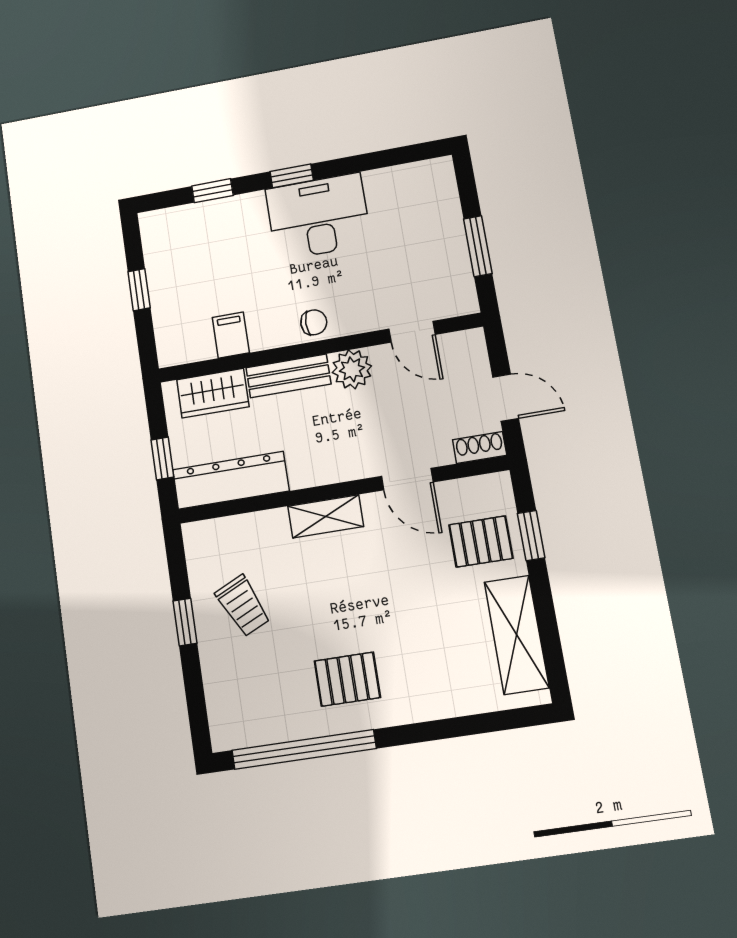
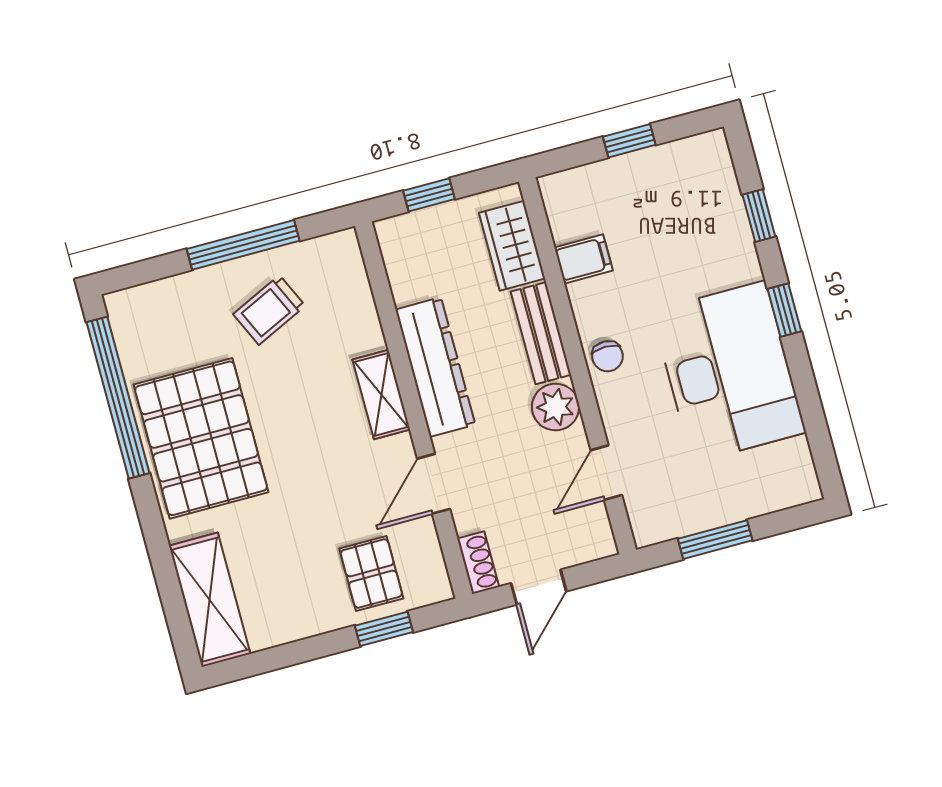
desk: (318, 217) -> (729, 372), width x1.36, depth x1.30
dresser: (231, 480) -> (435, 367), moved
window: (185, 622) -> (243, 245), width x2.17
shelving: (517, 635) -> (210, 600), moved, turned 90
pallet: (347, 679) -> (201, 438), width x2.05, depth x2.00

